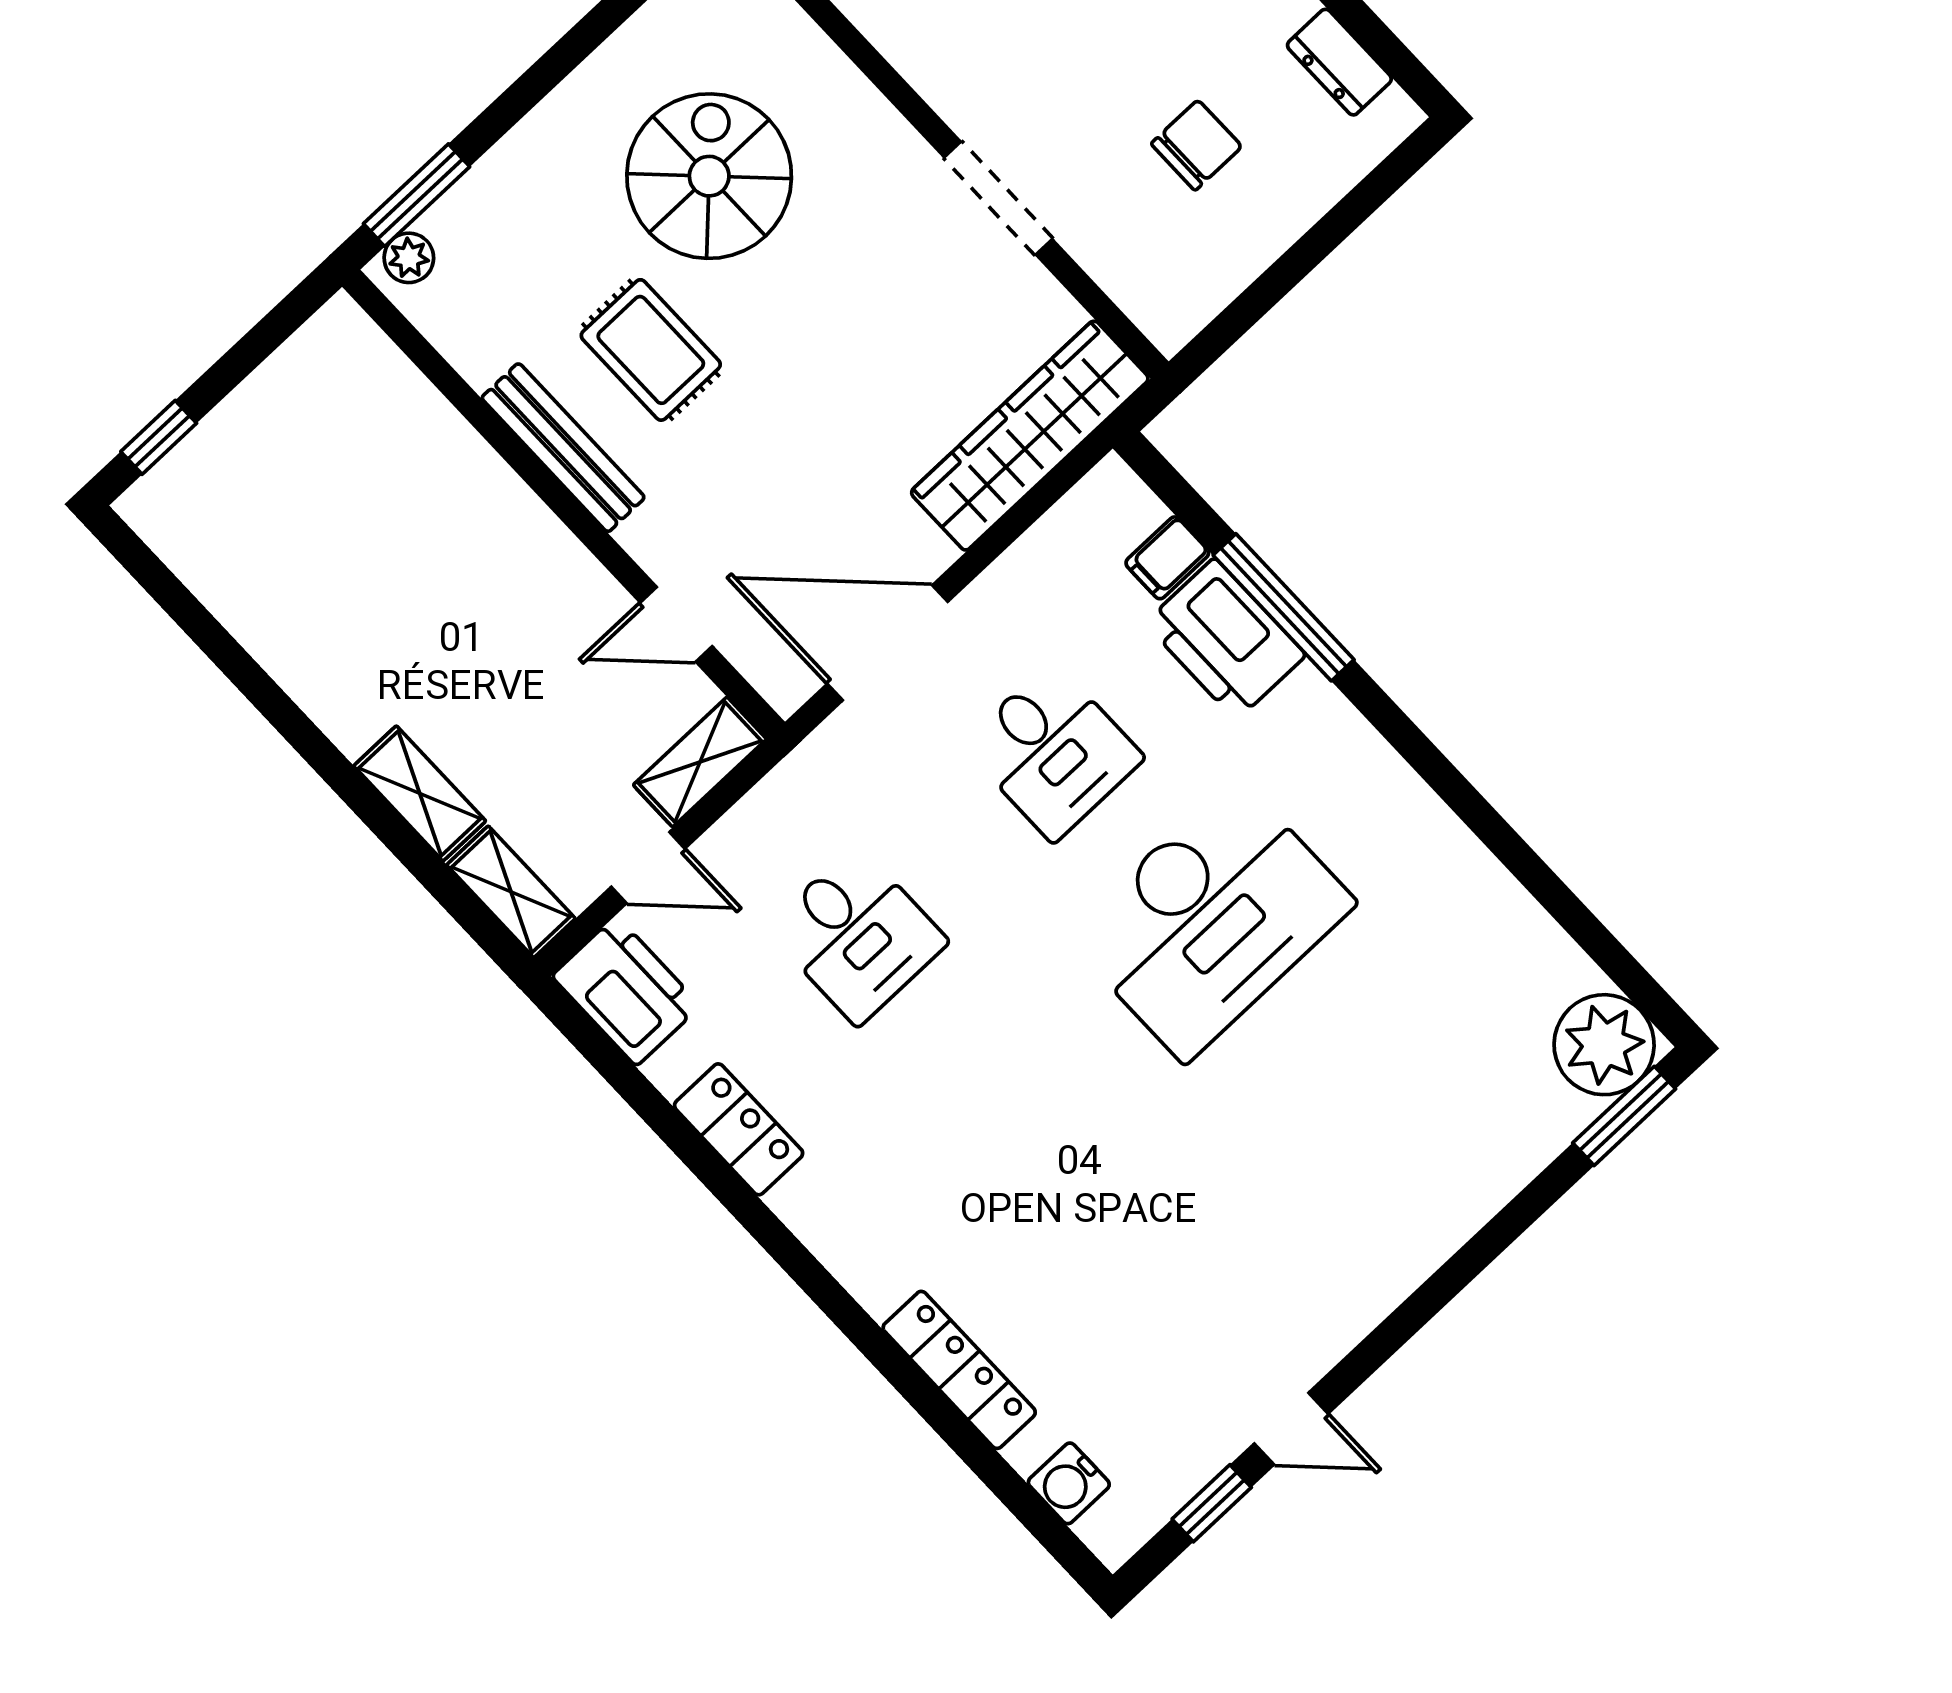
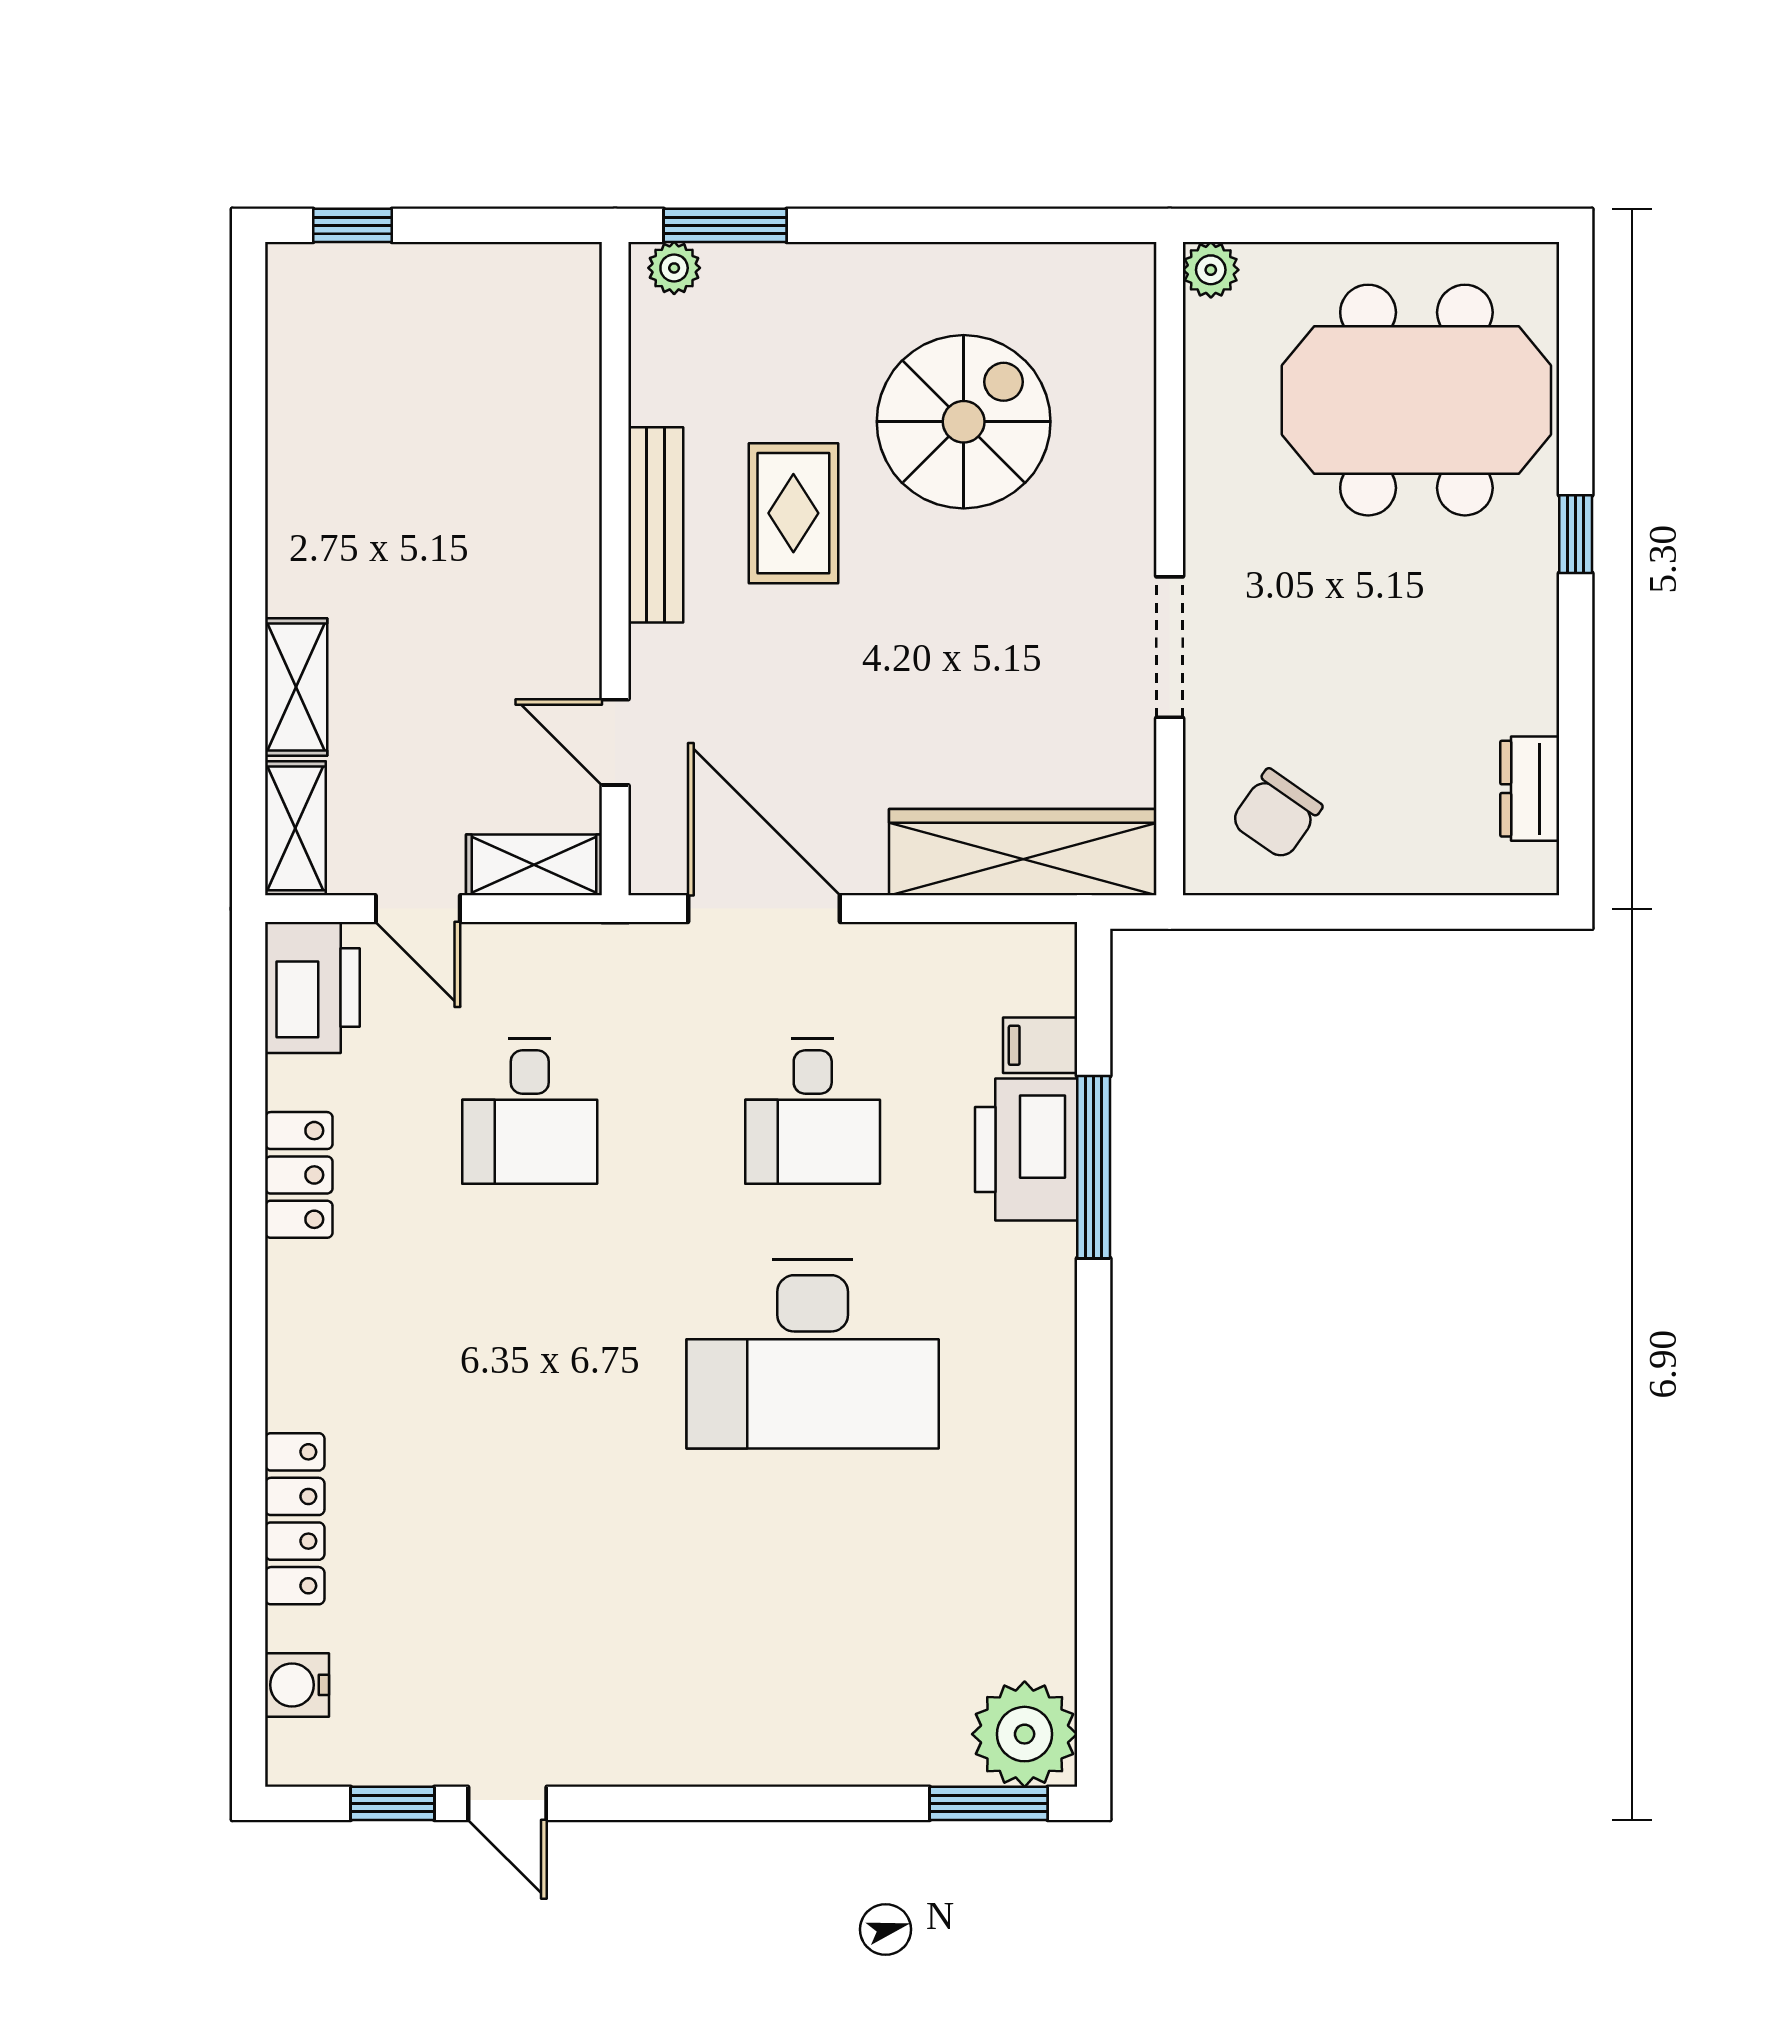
chair: (1196, 145) -> (1276, 814), moved, turned 125

